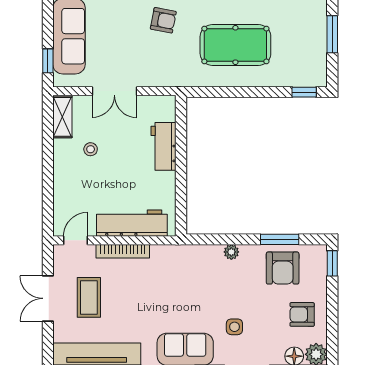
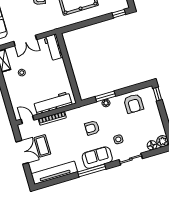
workbench: (164, 146) -> (53, 47), moved
window: (280, 239) -> (105, 96), moved
door: (76, 240) -> (27, 120), hinge flipped
double door: (48, 298) -> (22, 152), swing flipped
armchair: (302, 314) -> (92, 128), moved

